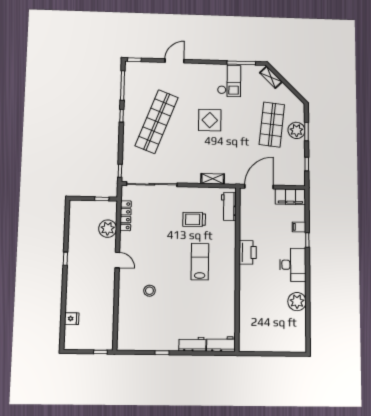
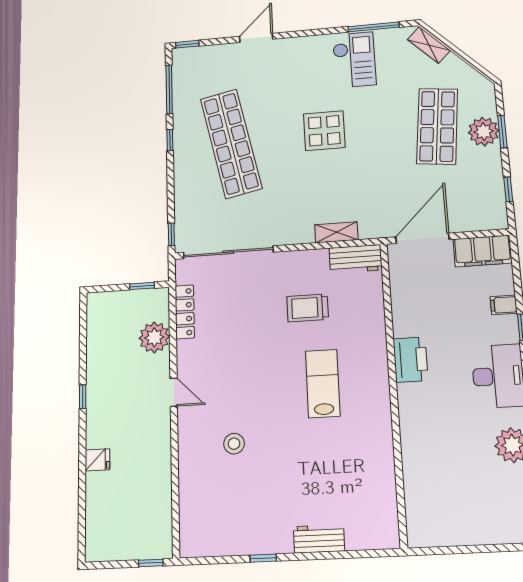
shop shelf: (157, 122) -> (231, 143), turned -33
workbench: (229, 206) -> (355, 259), moved, turned -90
fridge: (72, 319) -> (97, 460), moved
workbench: (221, 344) -> (373, 536), removed

